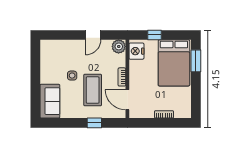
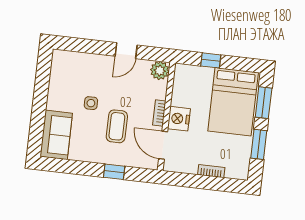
nightstand: (136, 51) -> (179, 119), moved
coffee table: (93, 90) -> (117, 126), width x0.73, depth x0.76
window: (196, 91) -> (259, 144), added

